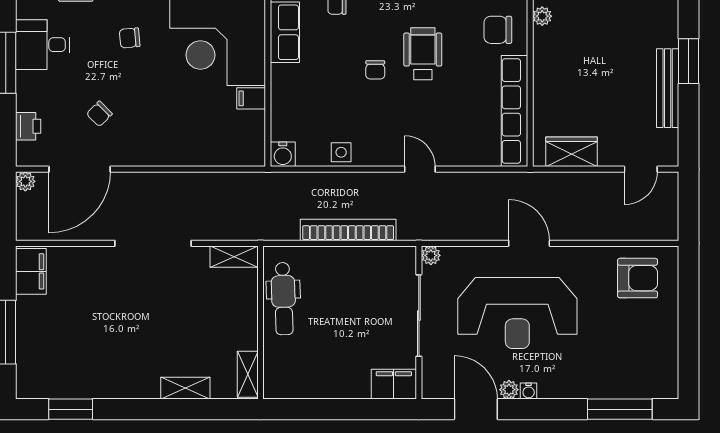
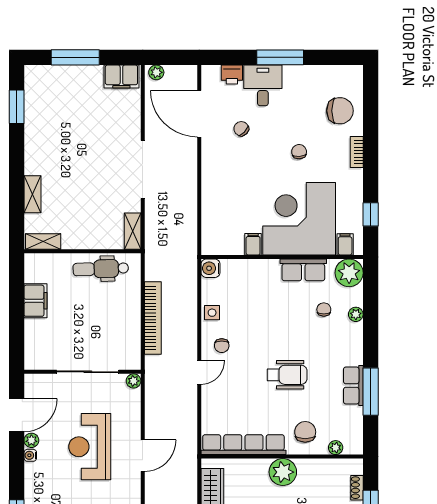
plant: (542, 16) -> (283, 472), moved, width x1.87, depth x1.87
desk: (42, 45) -> (263, 85), moved
chair: (375, 70) -> (222, 346), moved, turned -90
plant: (25, 181) -> (156, 72), moved
reception desk: (517, 313) -> (90, 447), width x0.74, depth x0.77
filing cabinet: (394, 384) -> (36, 301), moved

